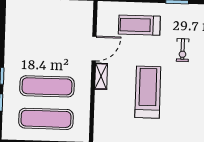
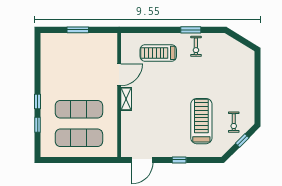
exercise bike: (183, 50) -> (196, 46), moved
treadmill: (148, 92) -> (201, 121), moved

